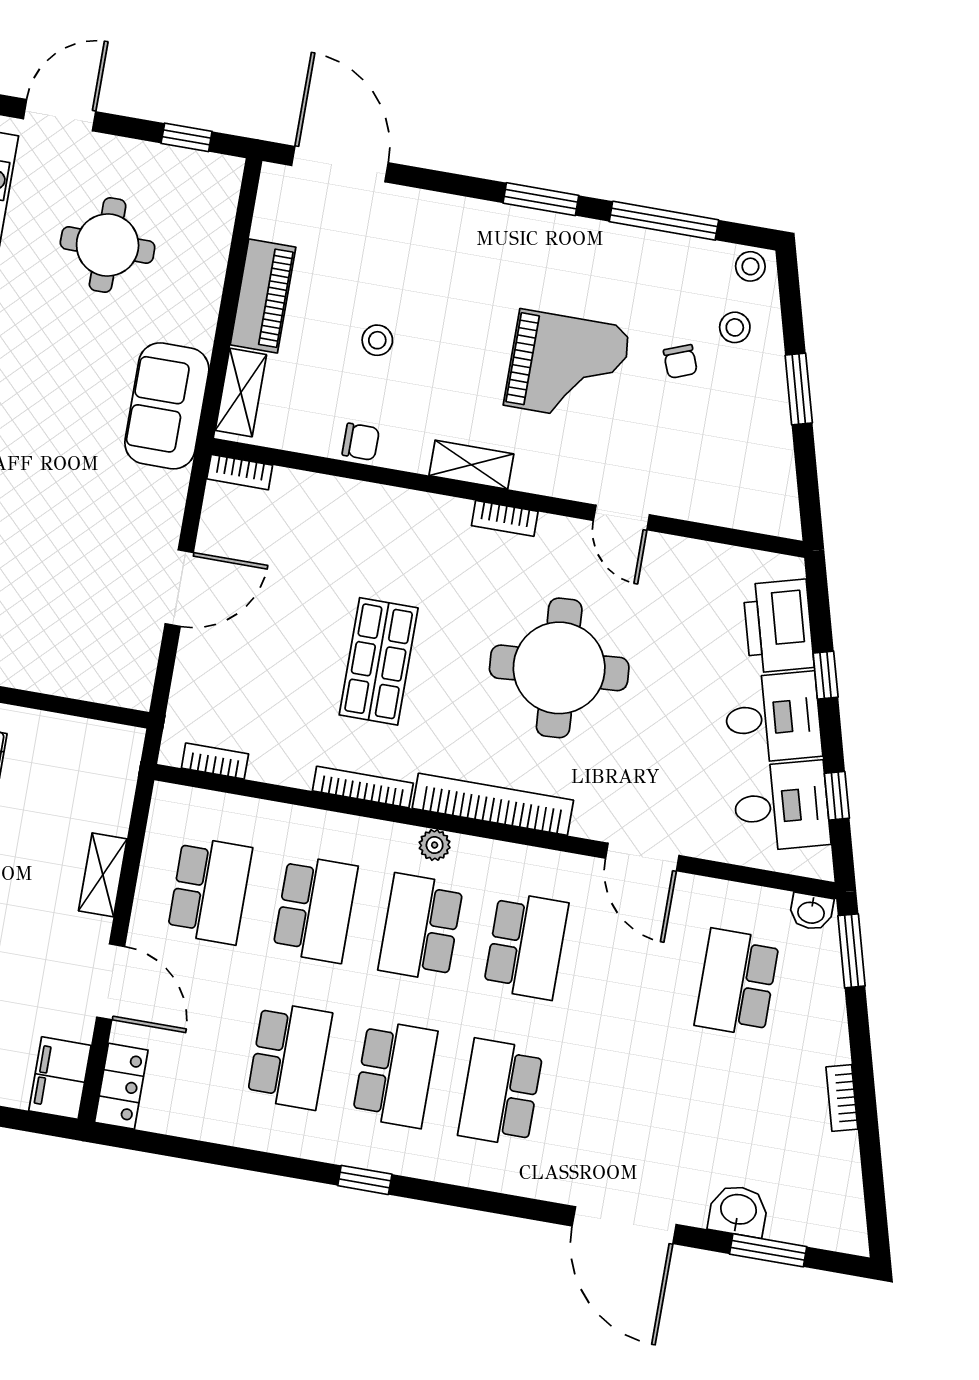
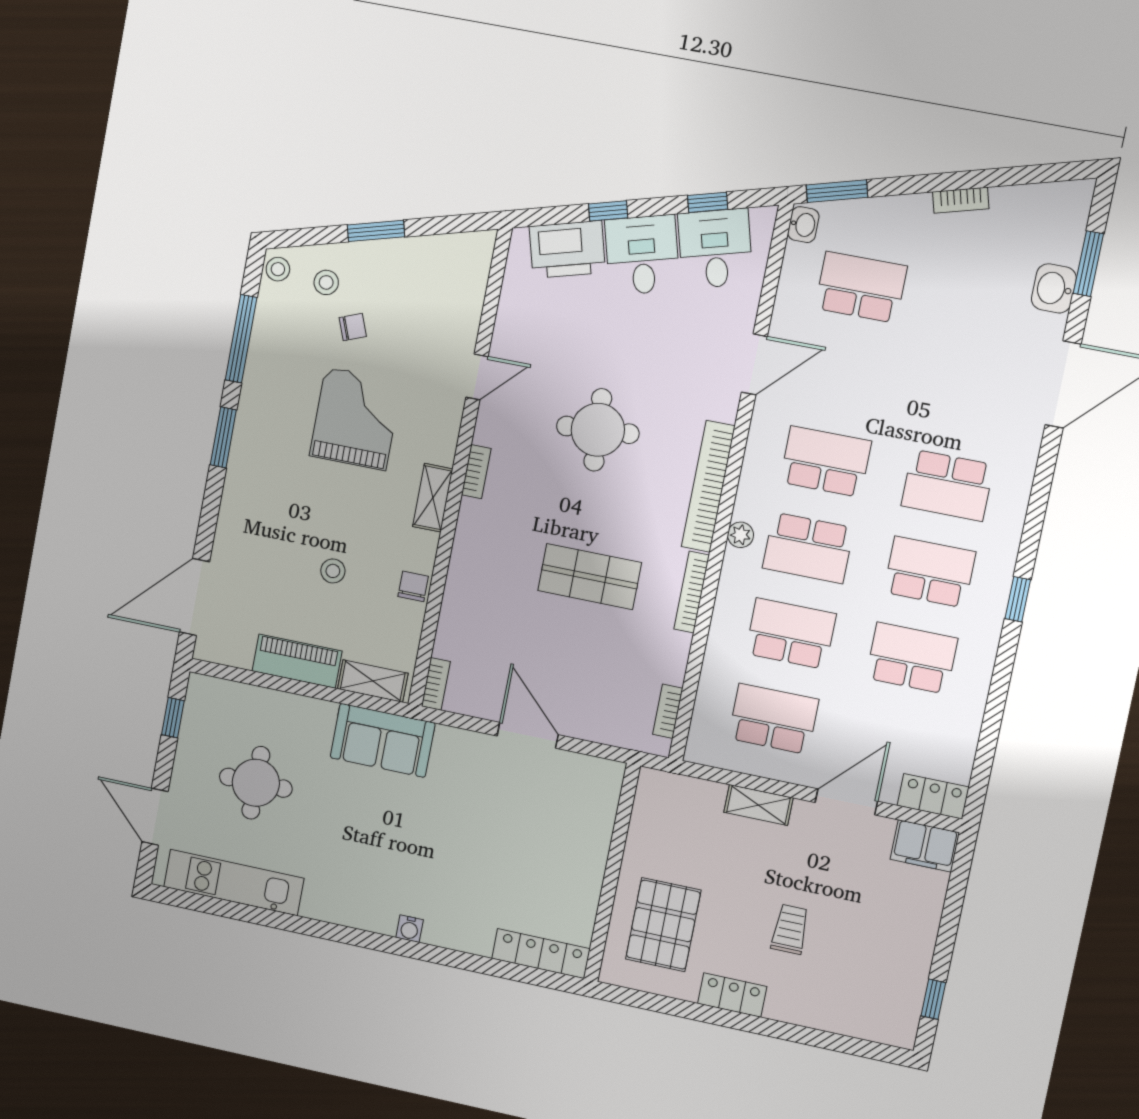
round table: (559, 668) -> (598, 430), width x0.73, depth x0.73
school desk: (737, 983) -> (861, 287), turned 180

